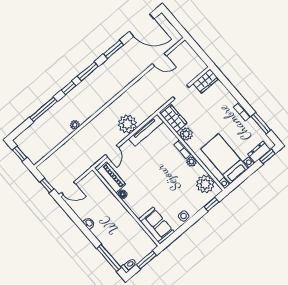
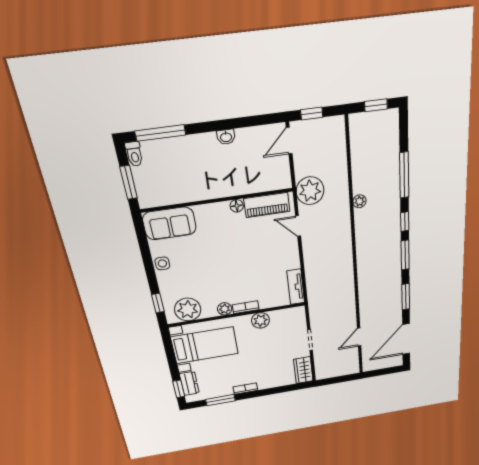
wardrobe: (174, 119) -> (287, 317), removed
plant: (127, 124) -> (310, 191), moved
tv unit: (146, 130) -> (296, 287), width x0.71

